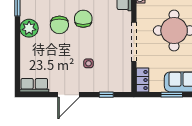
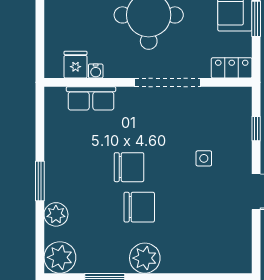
chair: (83, 19) -> (129, 167), turned 180
row of seats: (34, 85) -> (240, 249), removed

